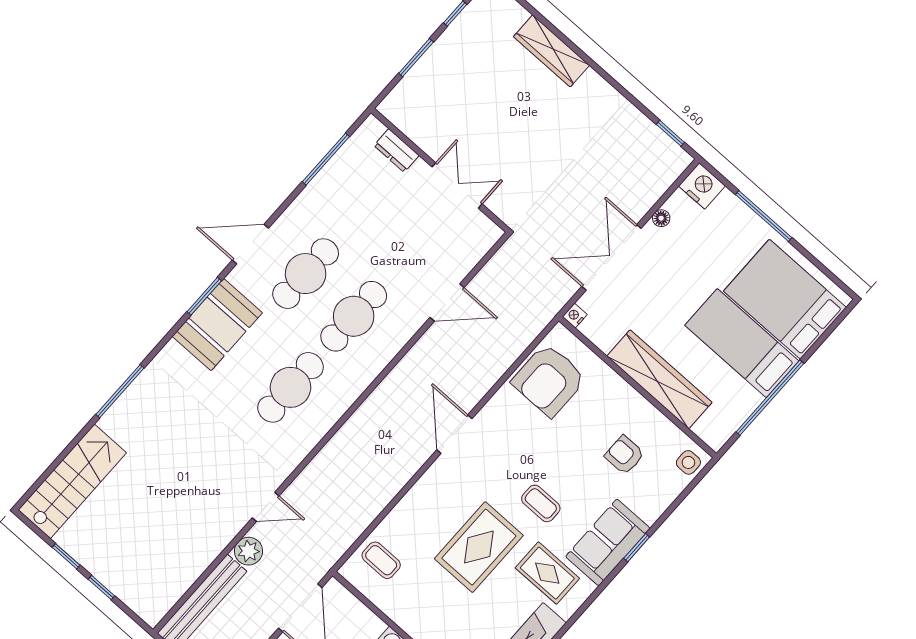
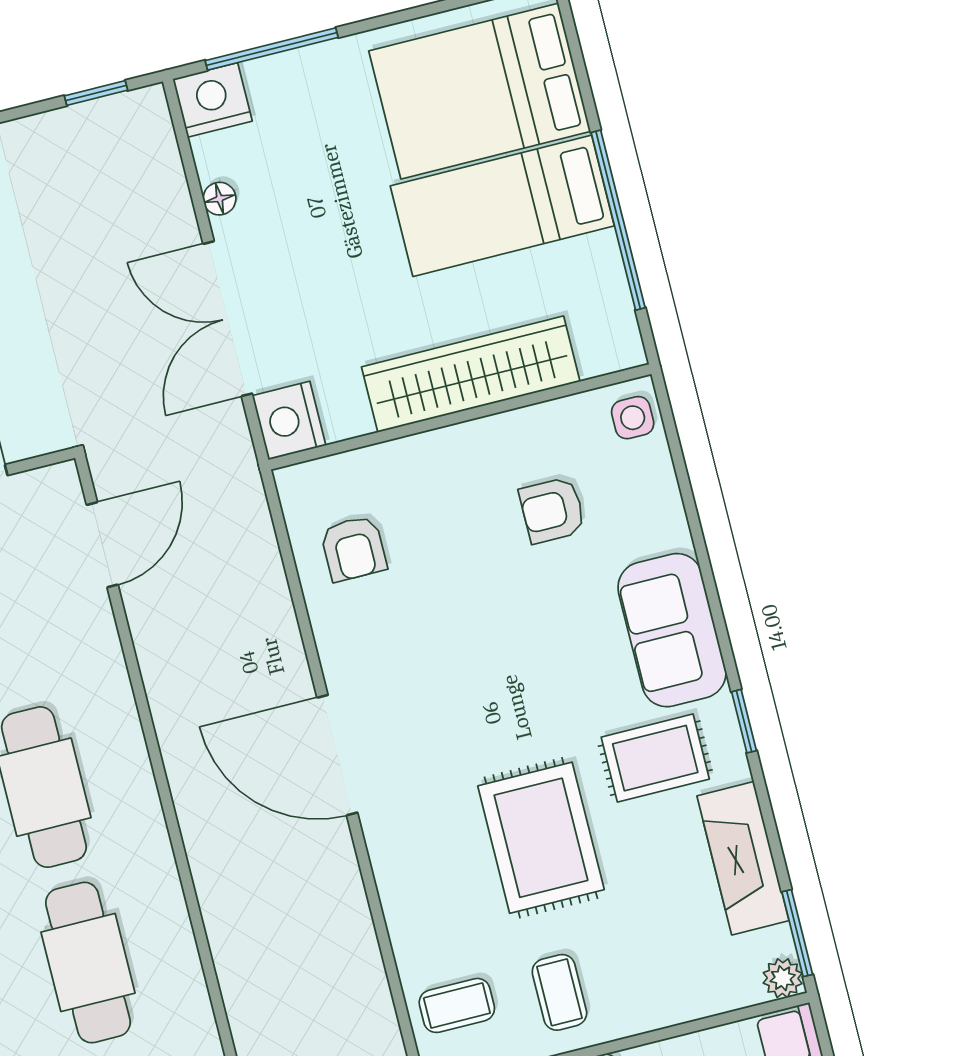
window: (764, 216) -> (272, 49), moved
door: (447, 303) -> (102, 545), moved
nightstand: (575, 316) -> (289, 420), width x1.89, depth x1.79
armchair: (549, 380) -> (354, 548), width x0.53, depth x0.53
door: (454, 434) -> (337, 755), width x1.36
coffee table: (541, 503) -> (559, 992), moved, turned 90
window: (637, 548) -> (744, 721), moved

